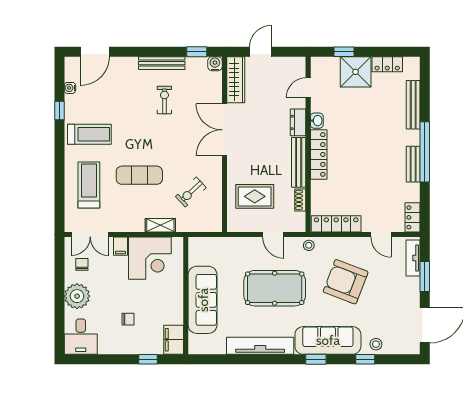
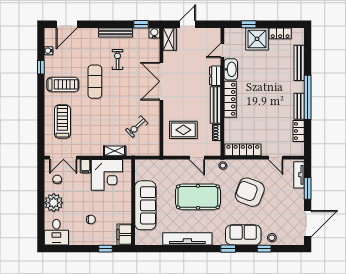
wardrobe: (236, 80) -> (170, 39), width x0.67
washbasin: (317, 121) -> (231, 69), width x1.91, depth x1.45
exercise mat: (139, 175) -> (95, 82), moved, turned 90
locker: (413, 217) -> (299, 131), moved
sofa: (328, 340) -> (243, 235), width x0.73

